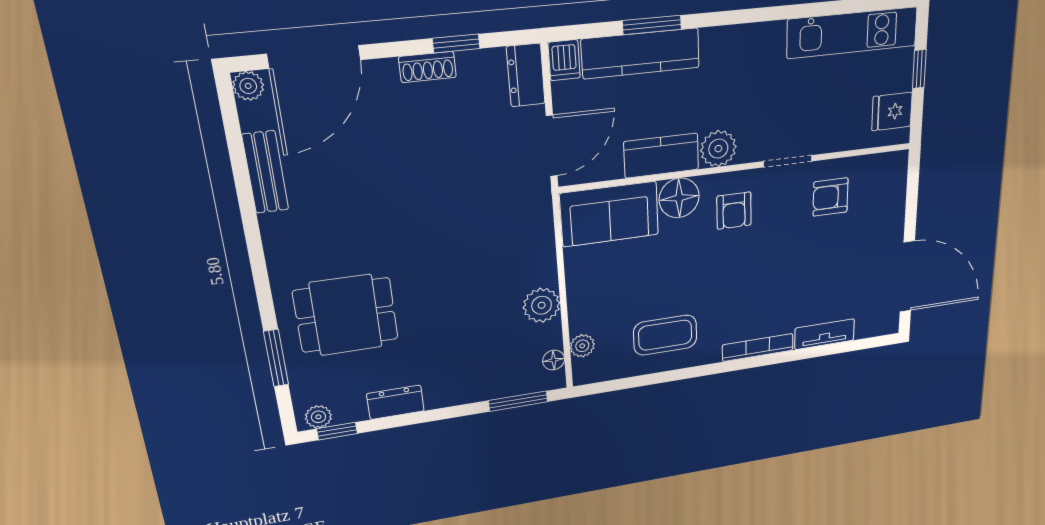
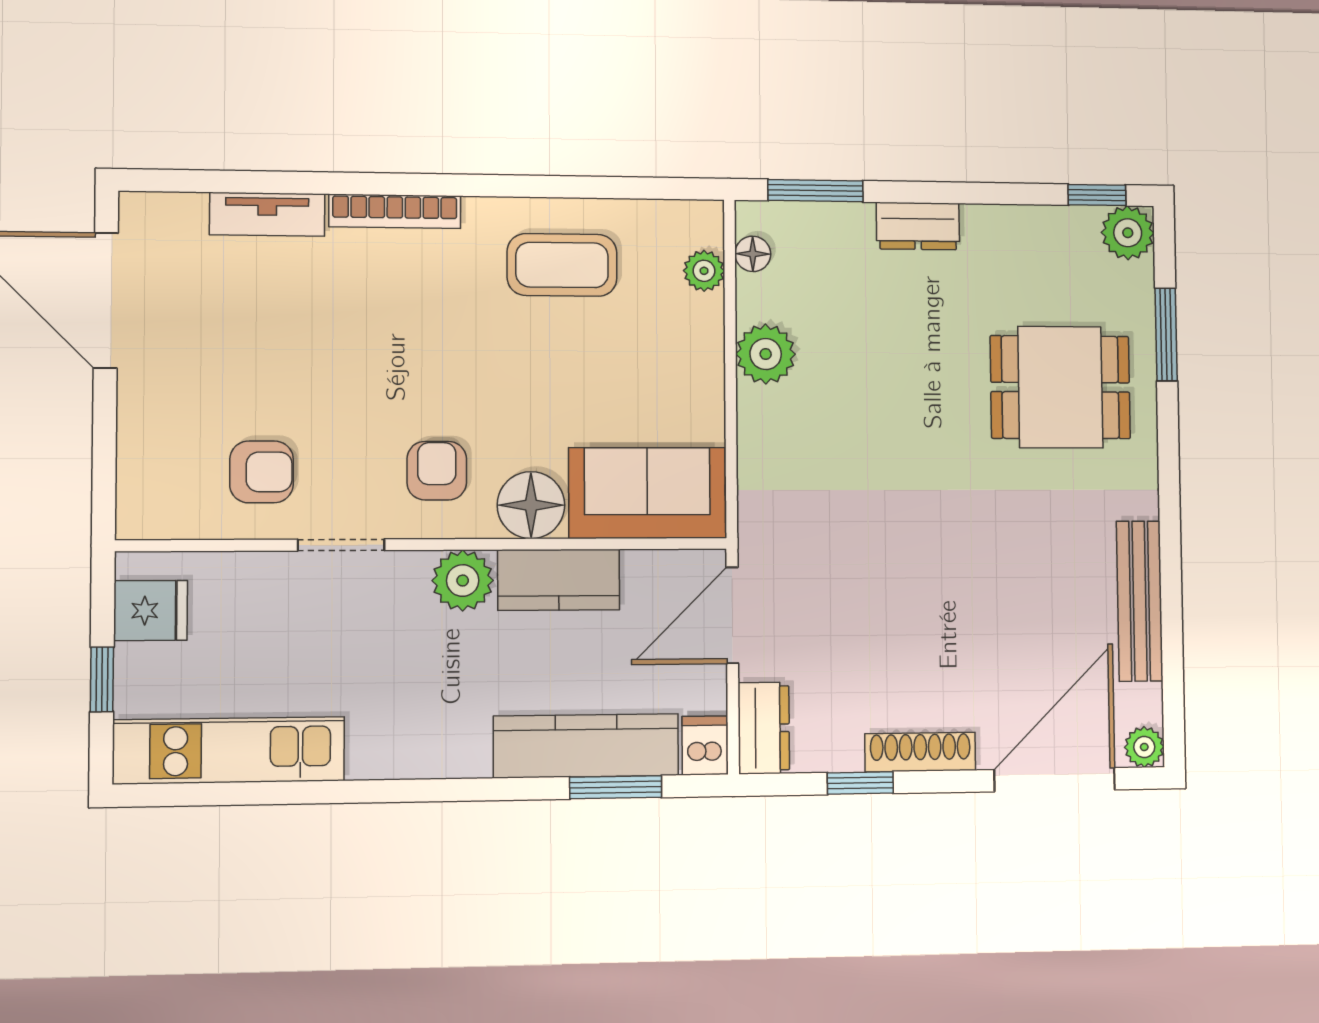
window: (652, 25) -> (616, 787), moved
shoe rack: (427, 67) -> (920, 752), width x1.43
bench: (265, 172) -> (1140, 601), width x1.36
dresser: (395, 402) -> (918, 226), moved
plant: (318, 417) -> (1128, 233), width x1.38, depth x1.38

